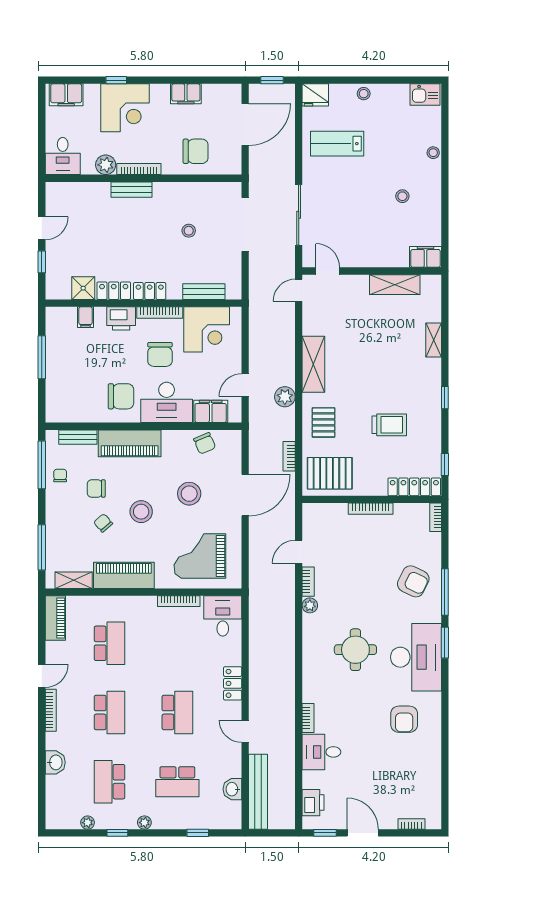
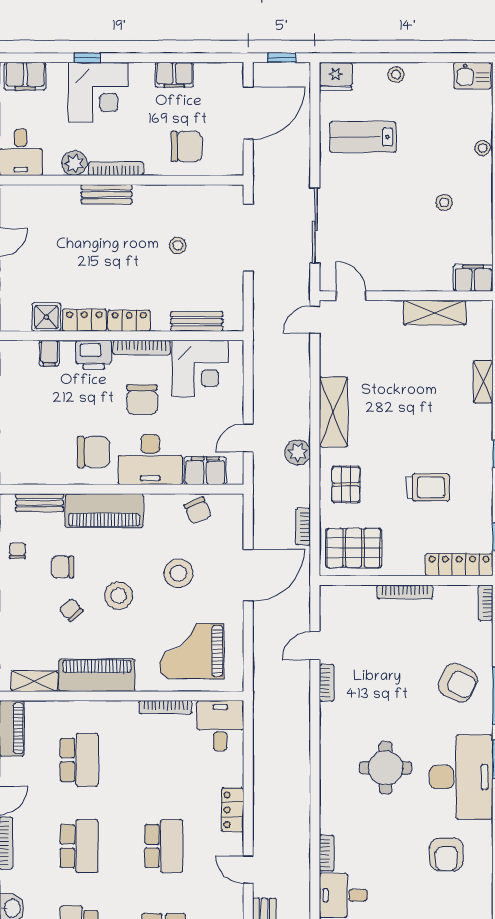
plant: (310, 605) -> (329, 713), removed

